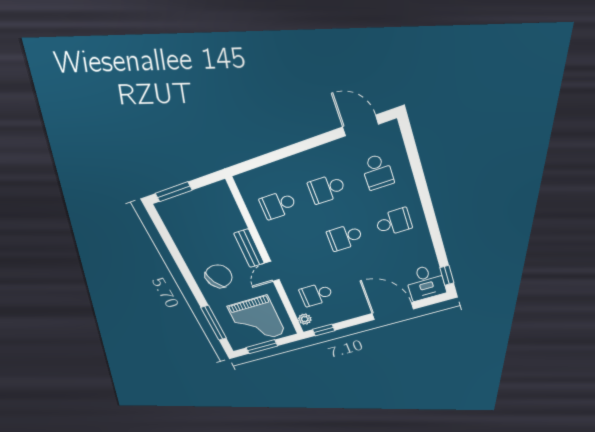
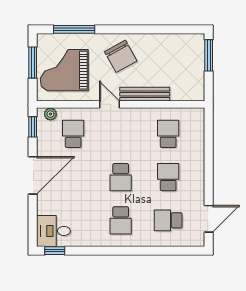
school desk: (345, 237) -> (121, 177), turned 180
bench: (249, 248) -> (145, 94), width x1.36
door: (393, 311) -> (33, 175), moved

